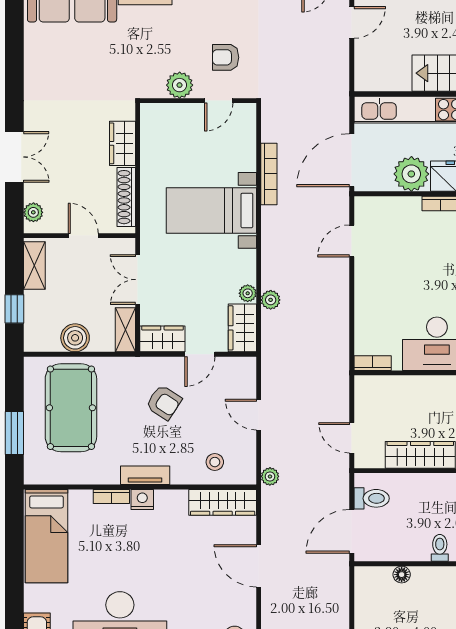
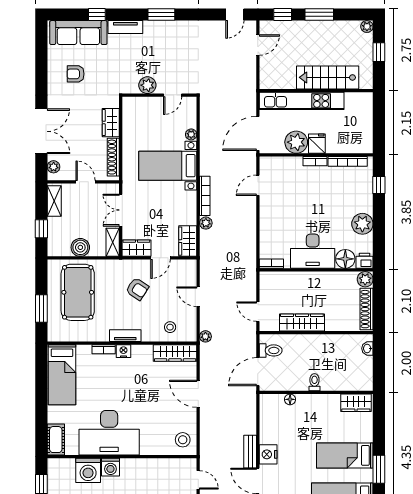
armchair: (226, 57) -> (76, 74), moved
double door: (14, 157) -> (41, 131), width x1.37
bookcase: (269, 174) -> (205, 196), moved
plant: (248, 293) -> (191, 134), moved

